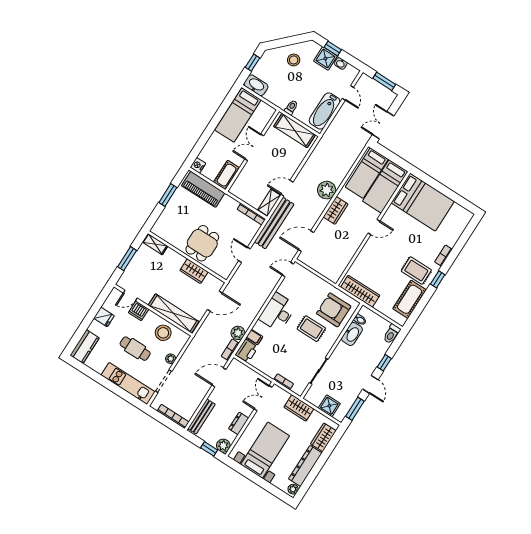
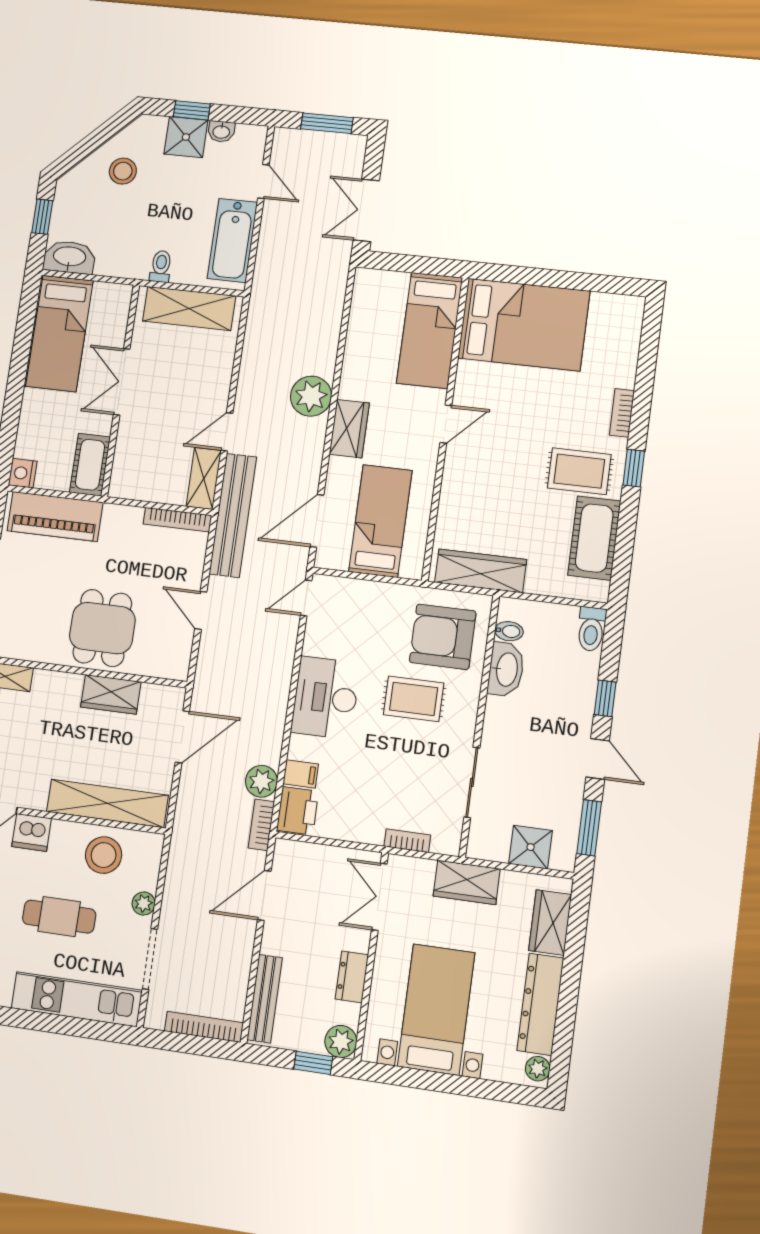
bed: (367, 173) -> (380, 521), moved, turned 180

